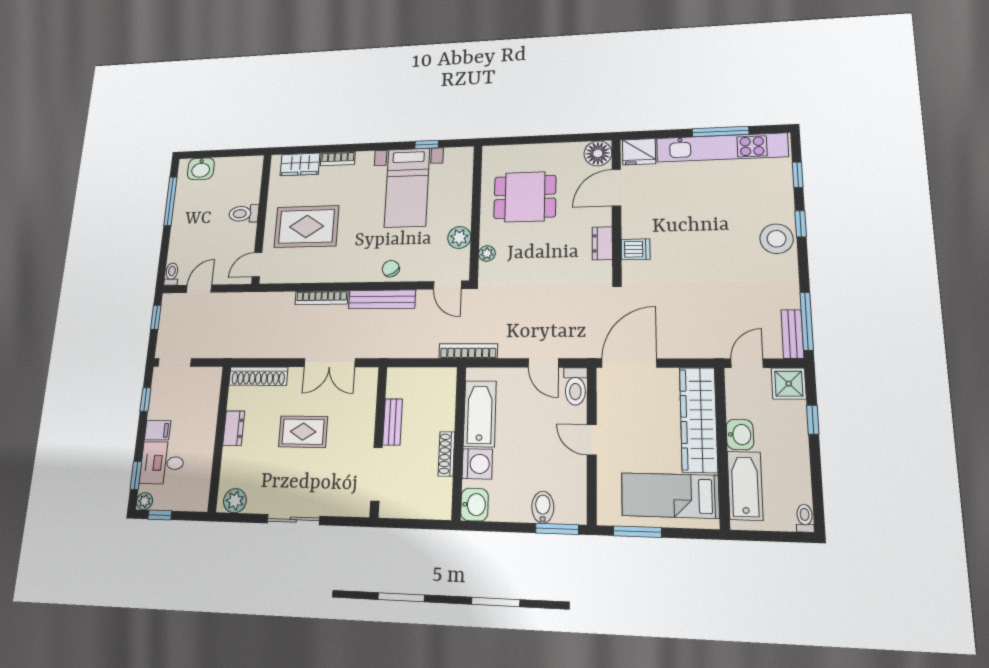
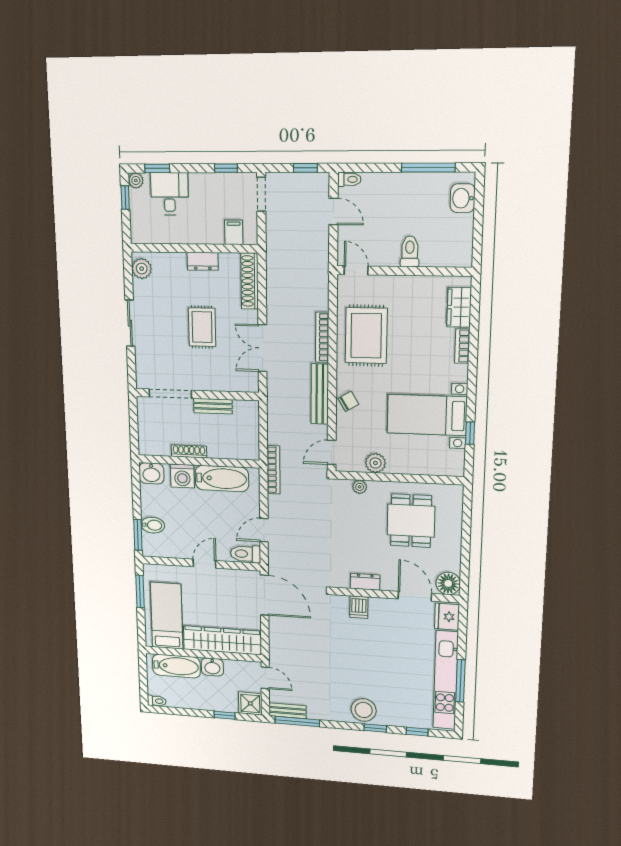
rug: (307, 226) -> (366, 336), moved
filing cabinet: (158, 430) -> (234, 232), moved, turned 180

